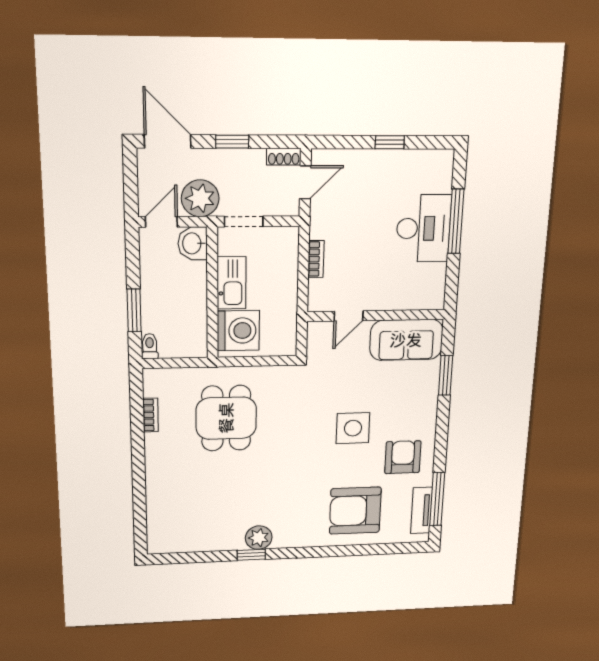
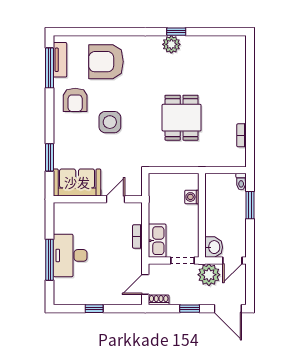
kitchen sink: (231, 283) -> (157, 241), moved, turned 180
washing machine: (238, 331) -> (192, 197), width x0.53, depth x0.53
dining table: (226, 418) -> (182, 118), moved
armchair: (355, 511) -> (106, 62), turned 180

